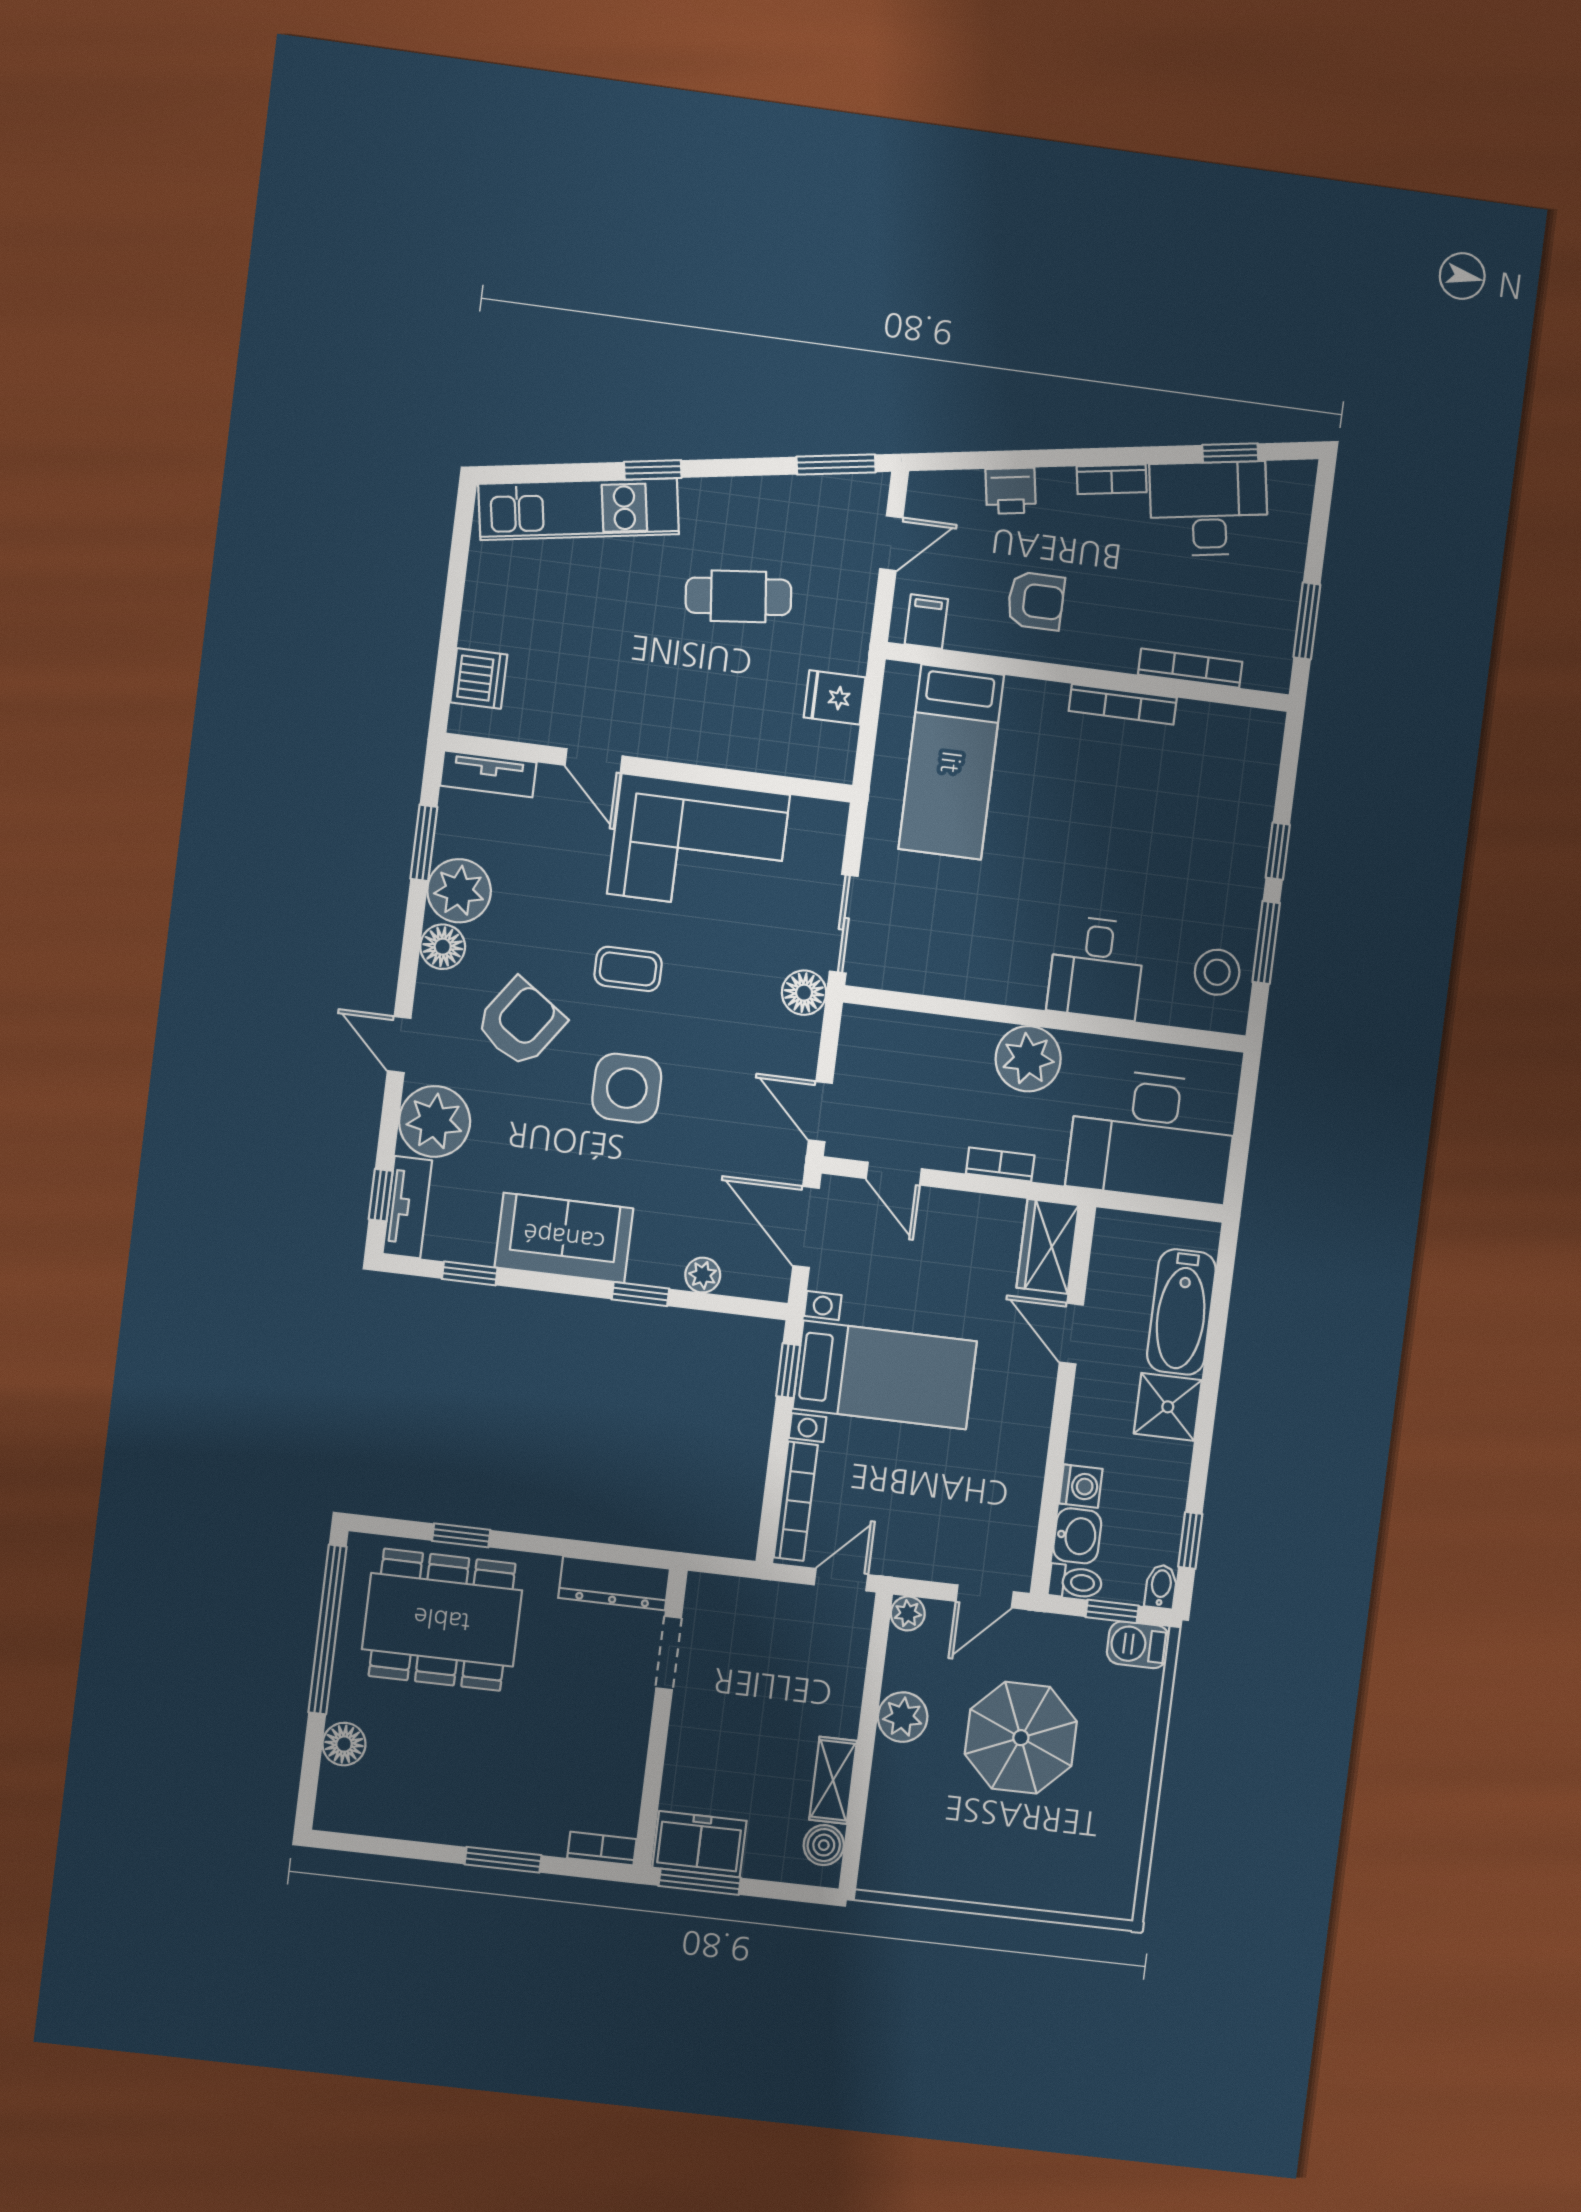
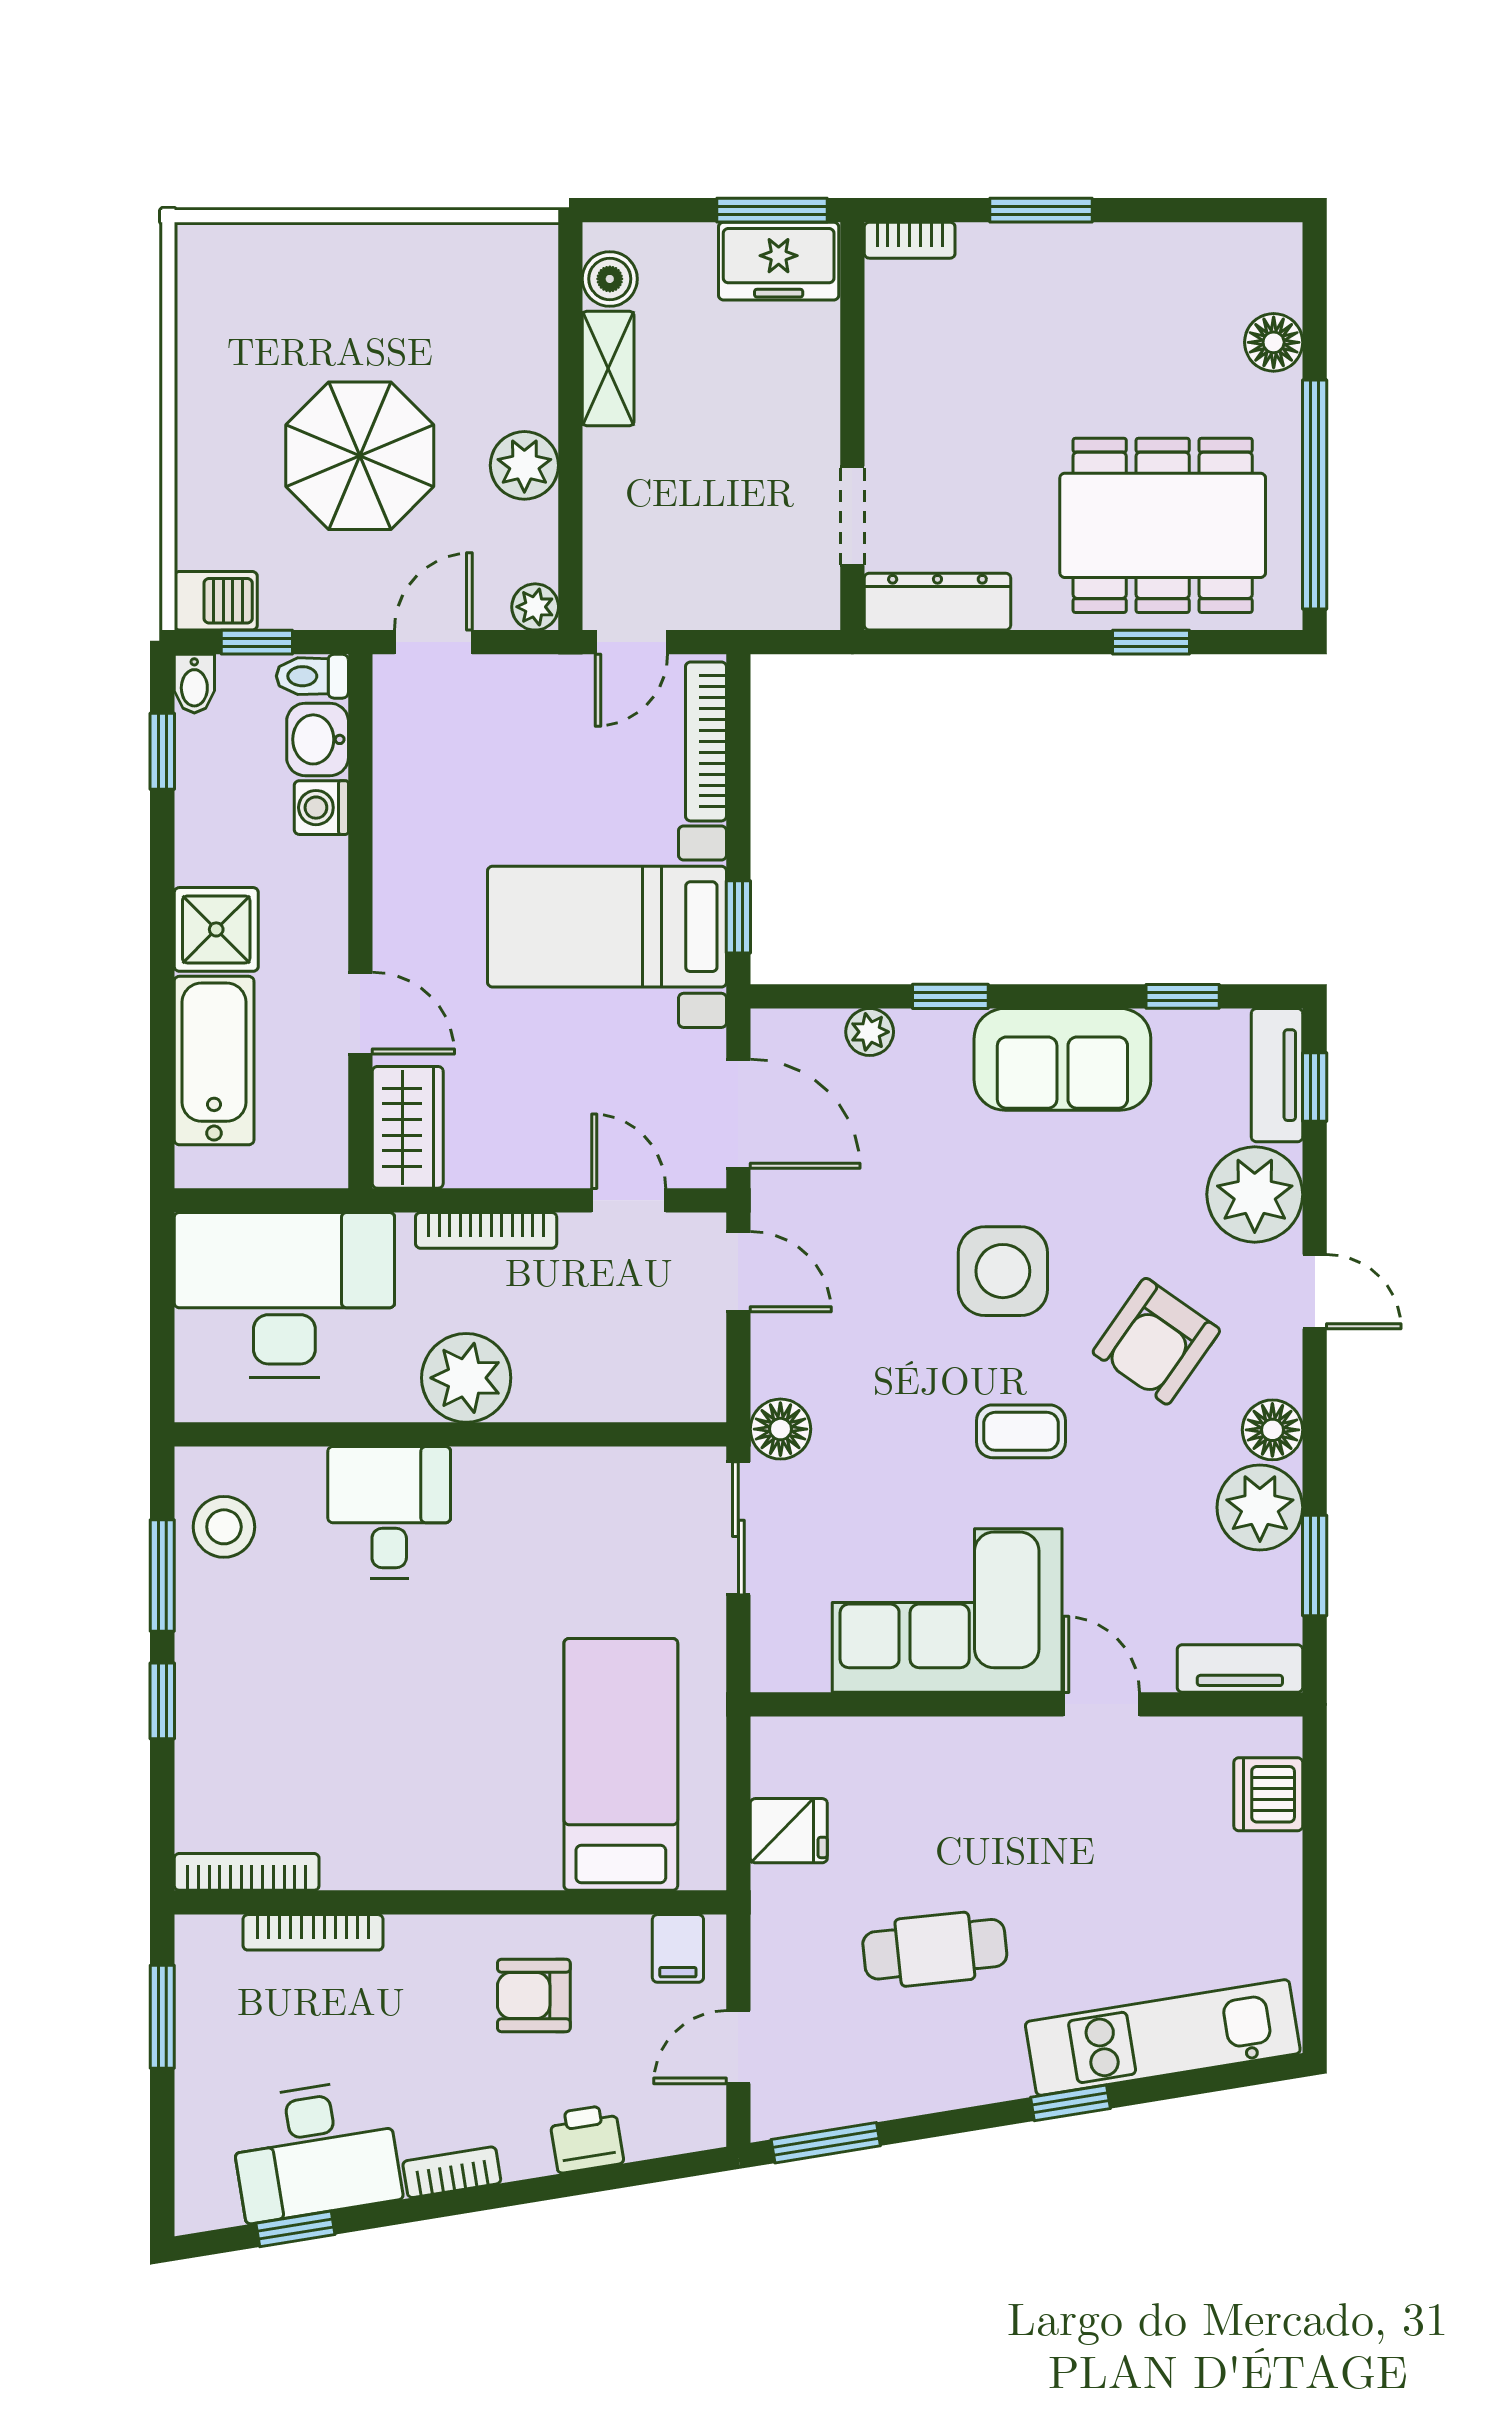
bookcase: (1123, 704) -> (247, 1872), moved
bookcase: (1000, 1164) -> (486, 1230), width x1.56

